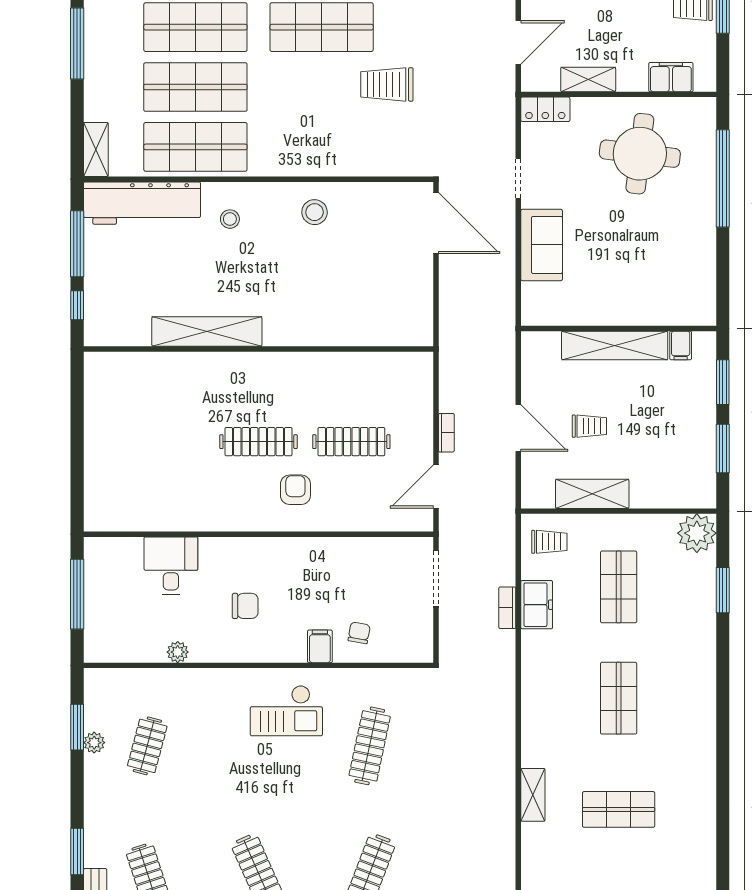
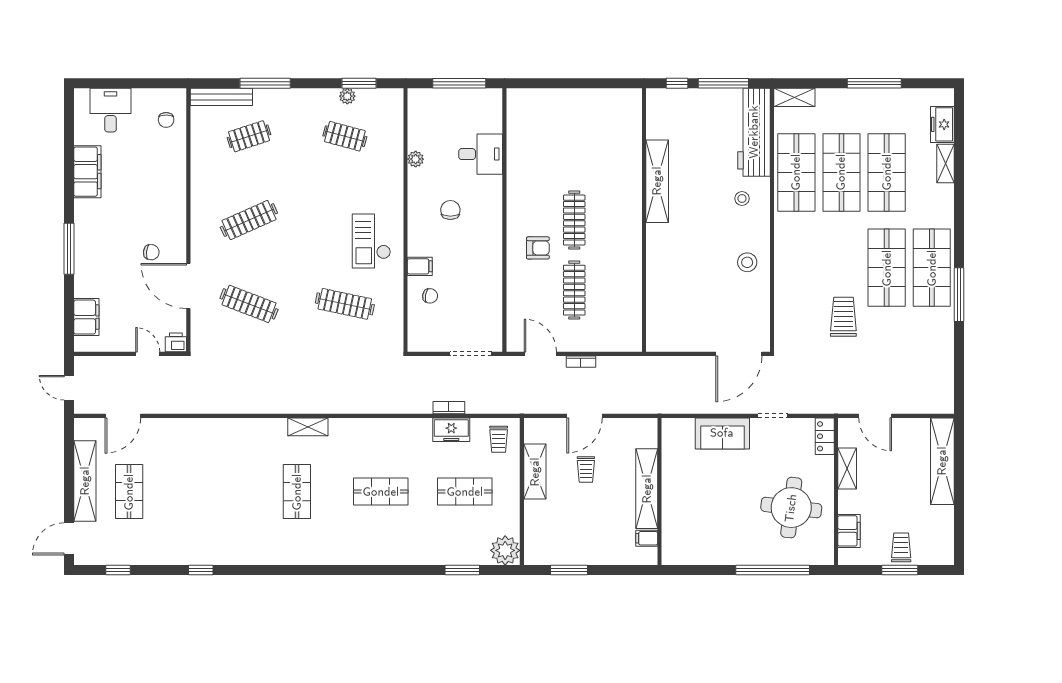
window: (723, 382) -> (619, 570), removed
chair: (245, 606) -> (450, 210), turned 180
window: (77, 852) -> (265, 83), width x1.44

